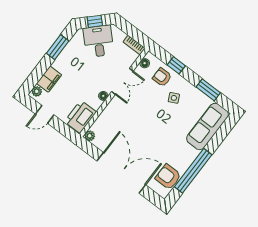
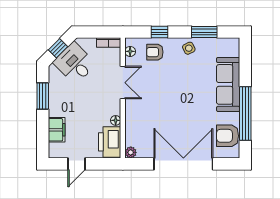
plant: (37, 91) -> (54, 149), removed
floor lamp: (103, 96) -> (116, 120), moved
side table: (174, 98) -> (189, 48), moved
sofa: (207, 126) -> (228, 84), moved

